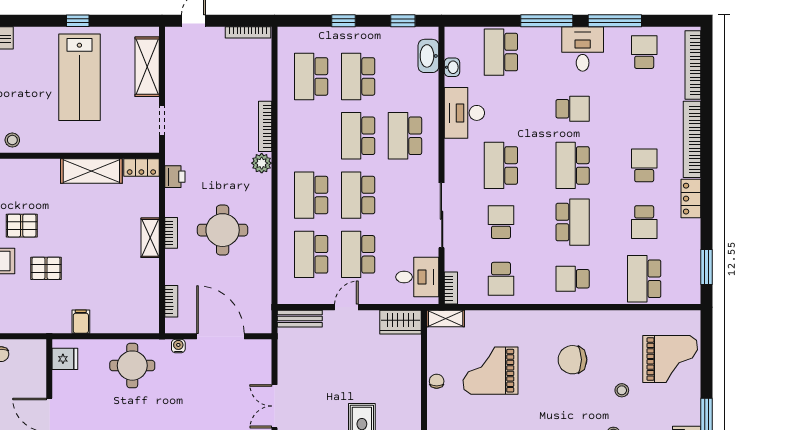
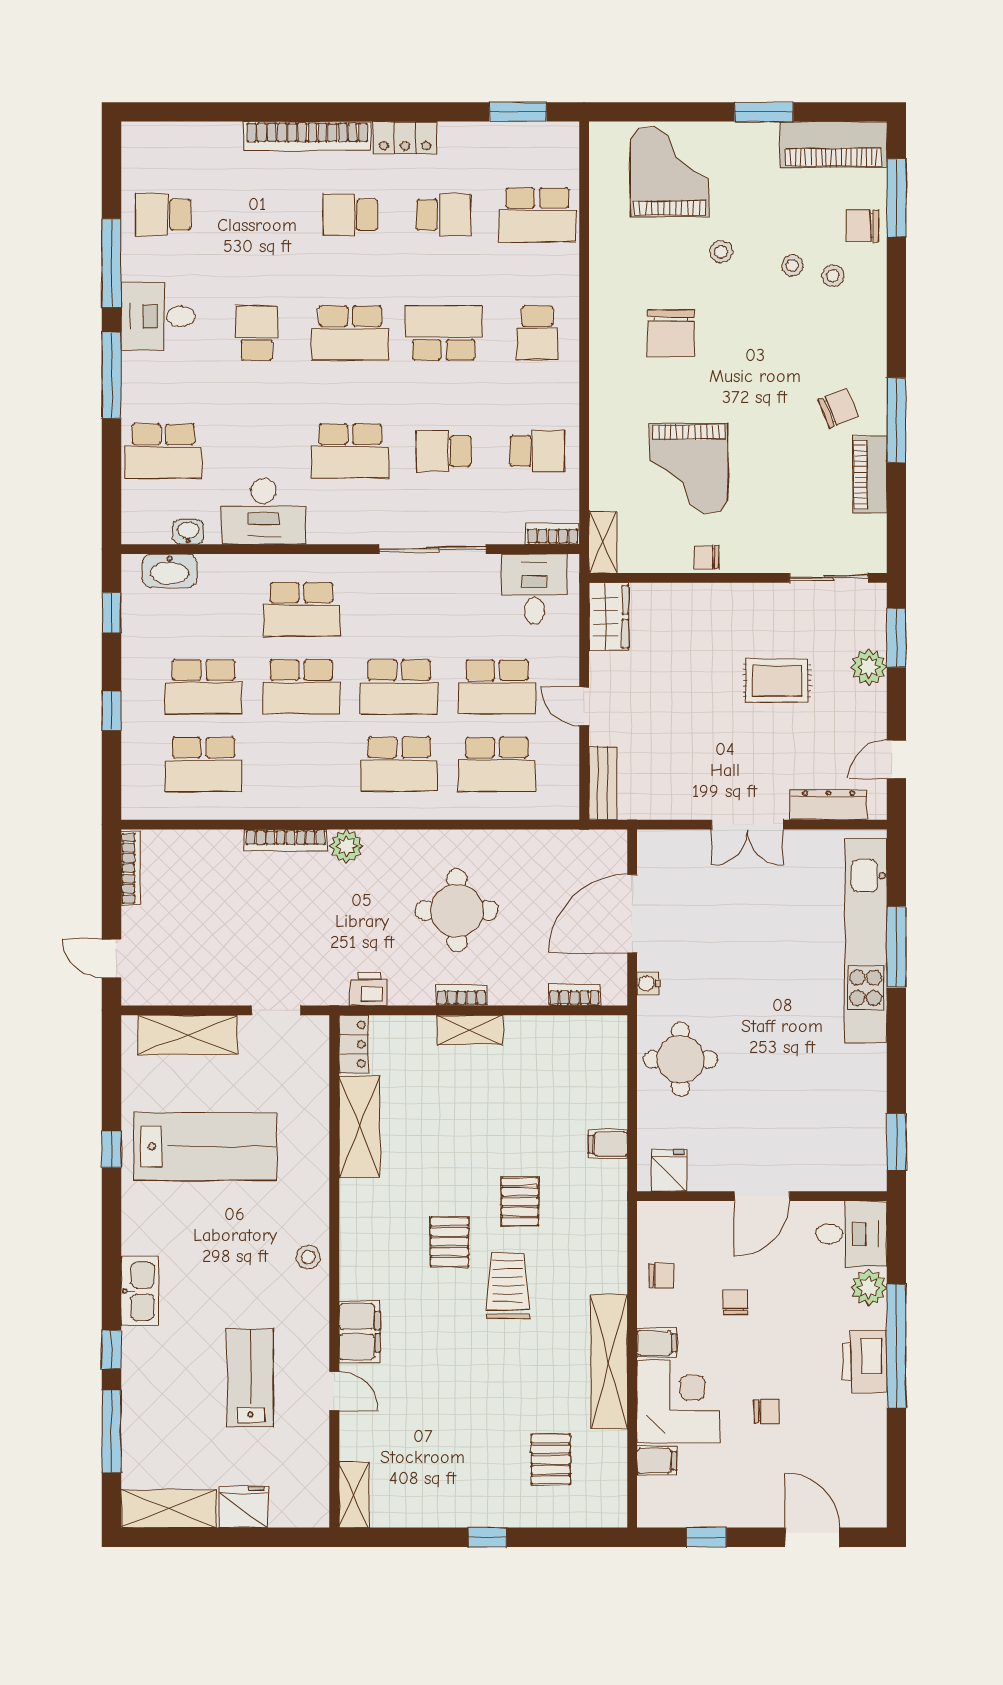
bookcase: (693, 65) -> (185, 134), removed

